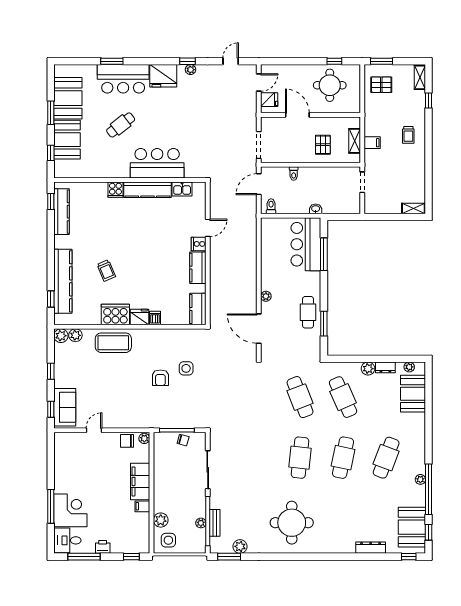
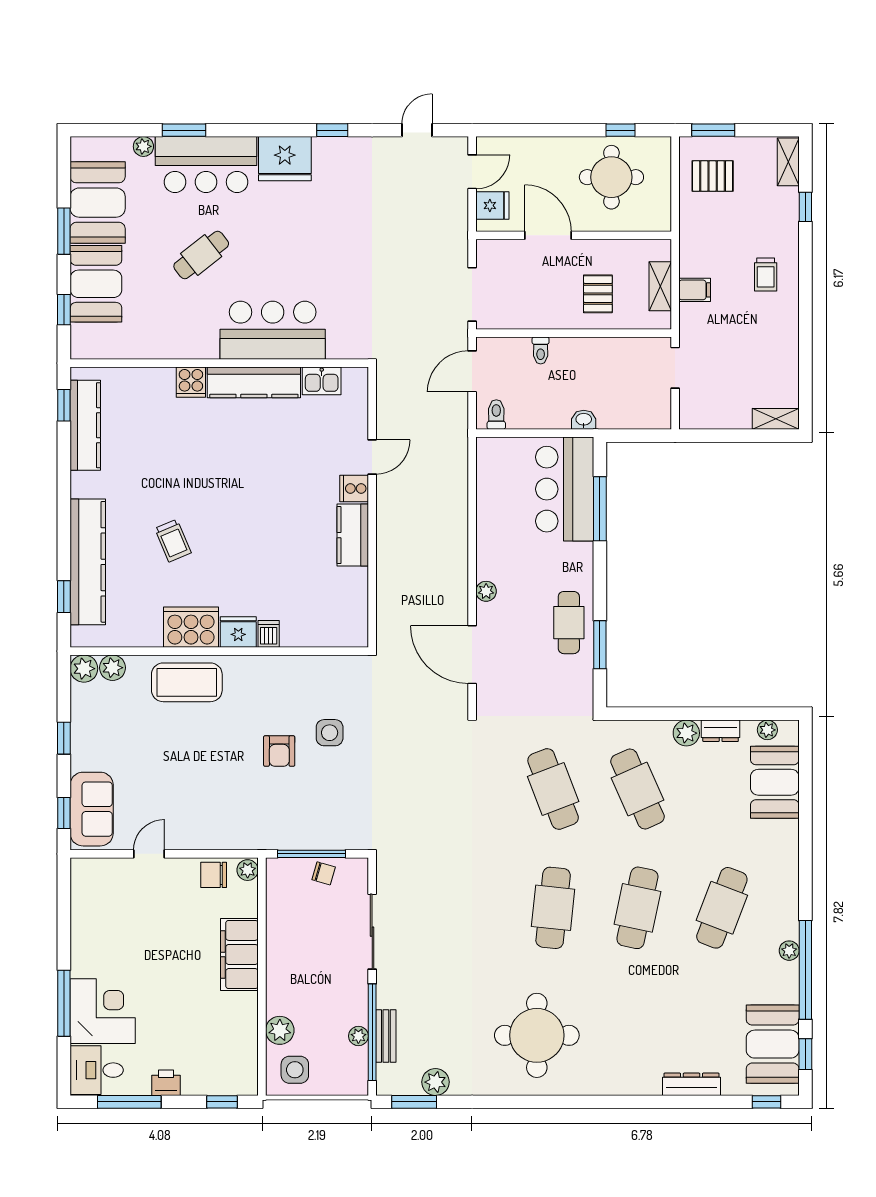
plant: (191, 70) -> (143, 146), moved
kitchen counter: (198, 309) -> (353, 616), removed
filing cabinet: (142, 506) -> (244, 1003), removed

